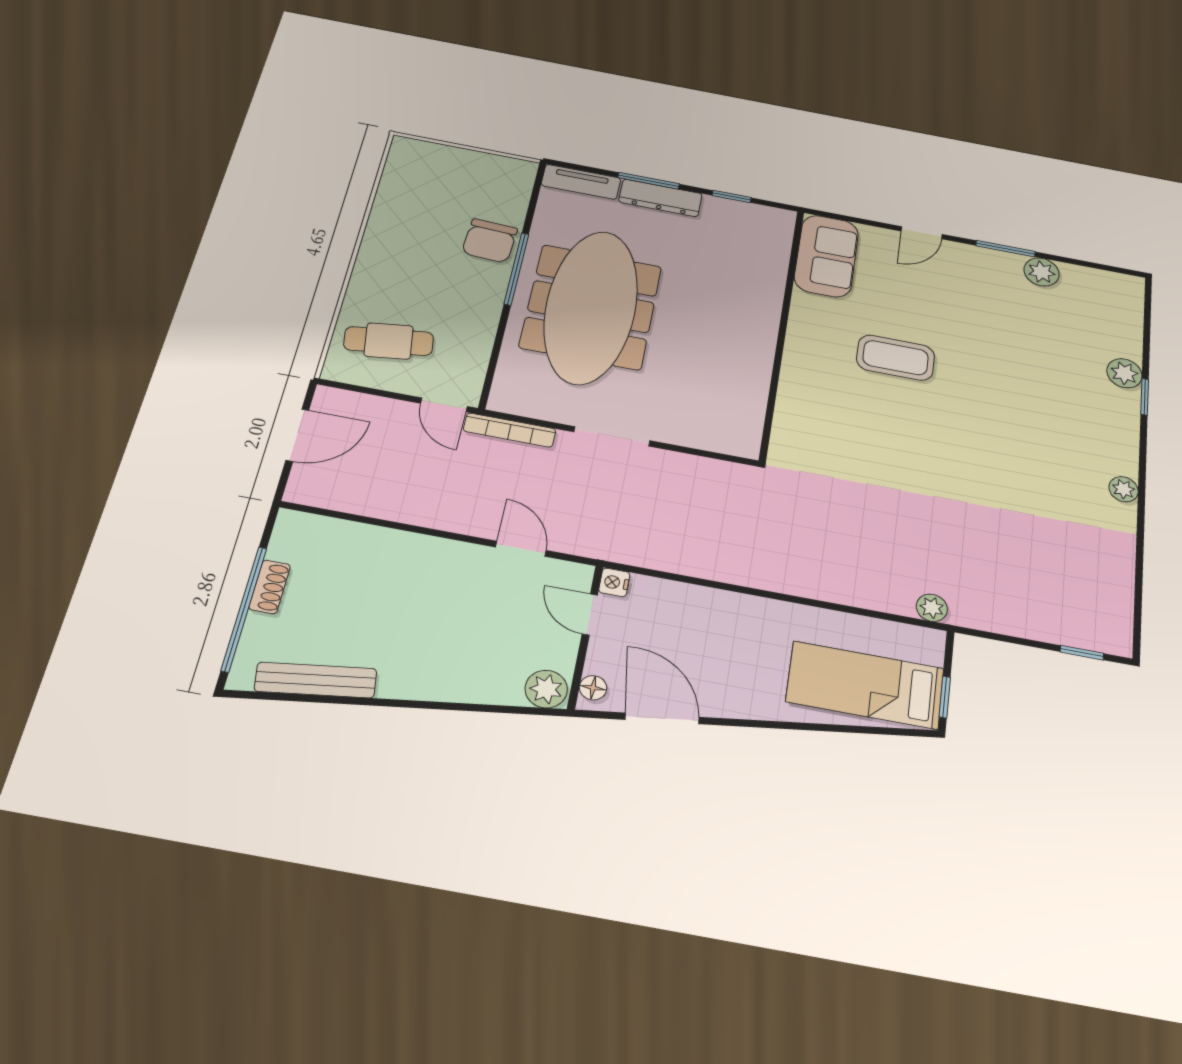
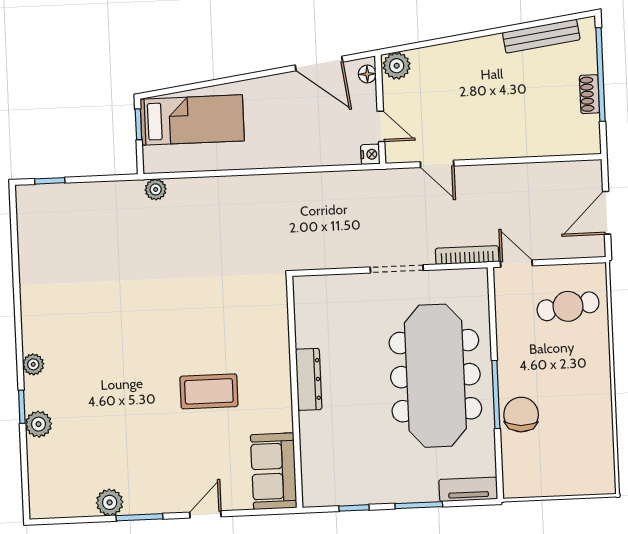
dresser: (660, 198) -> (309, 379), moved, turned 90
plant: (1124, 489) -> (33, 364), moved

